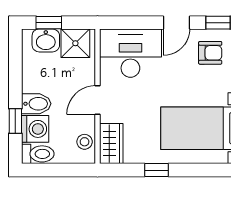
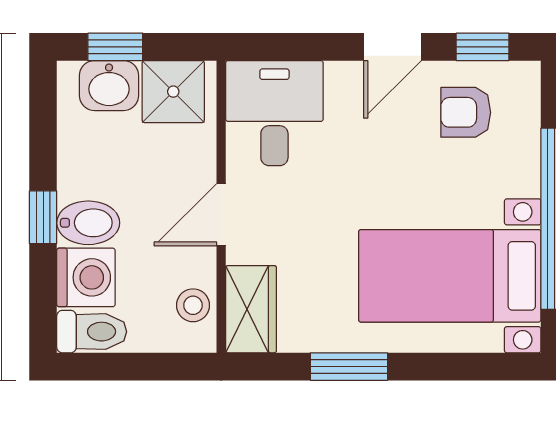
desk: (130, 53) -> (274, 113), width x0.73
armchair: (210, 53) -> (466, 112), turned 180
window: (15, 121) -> (43, 217), moved
window: (156, 170) -> (349, 367), width x1.50

